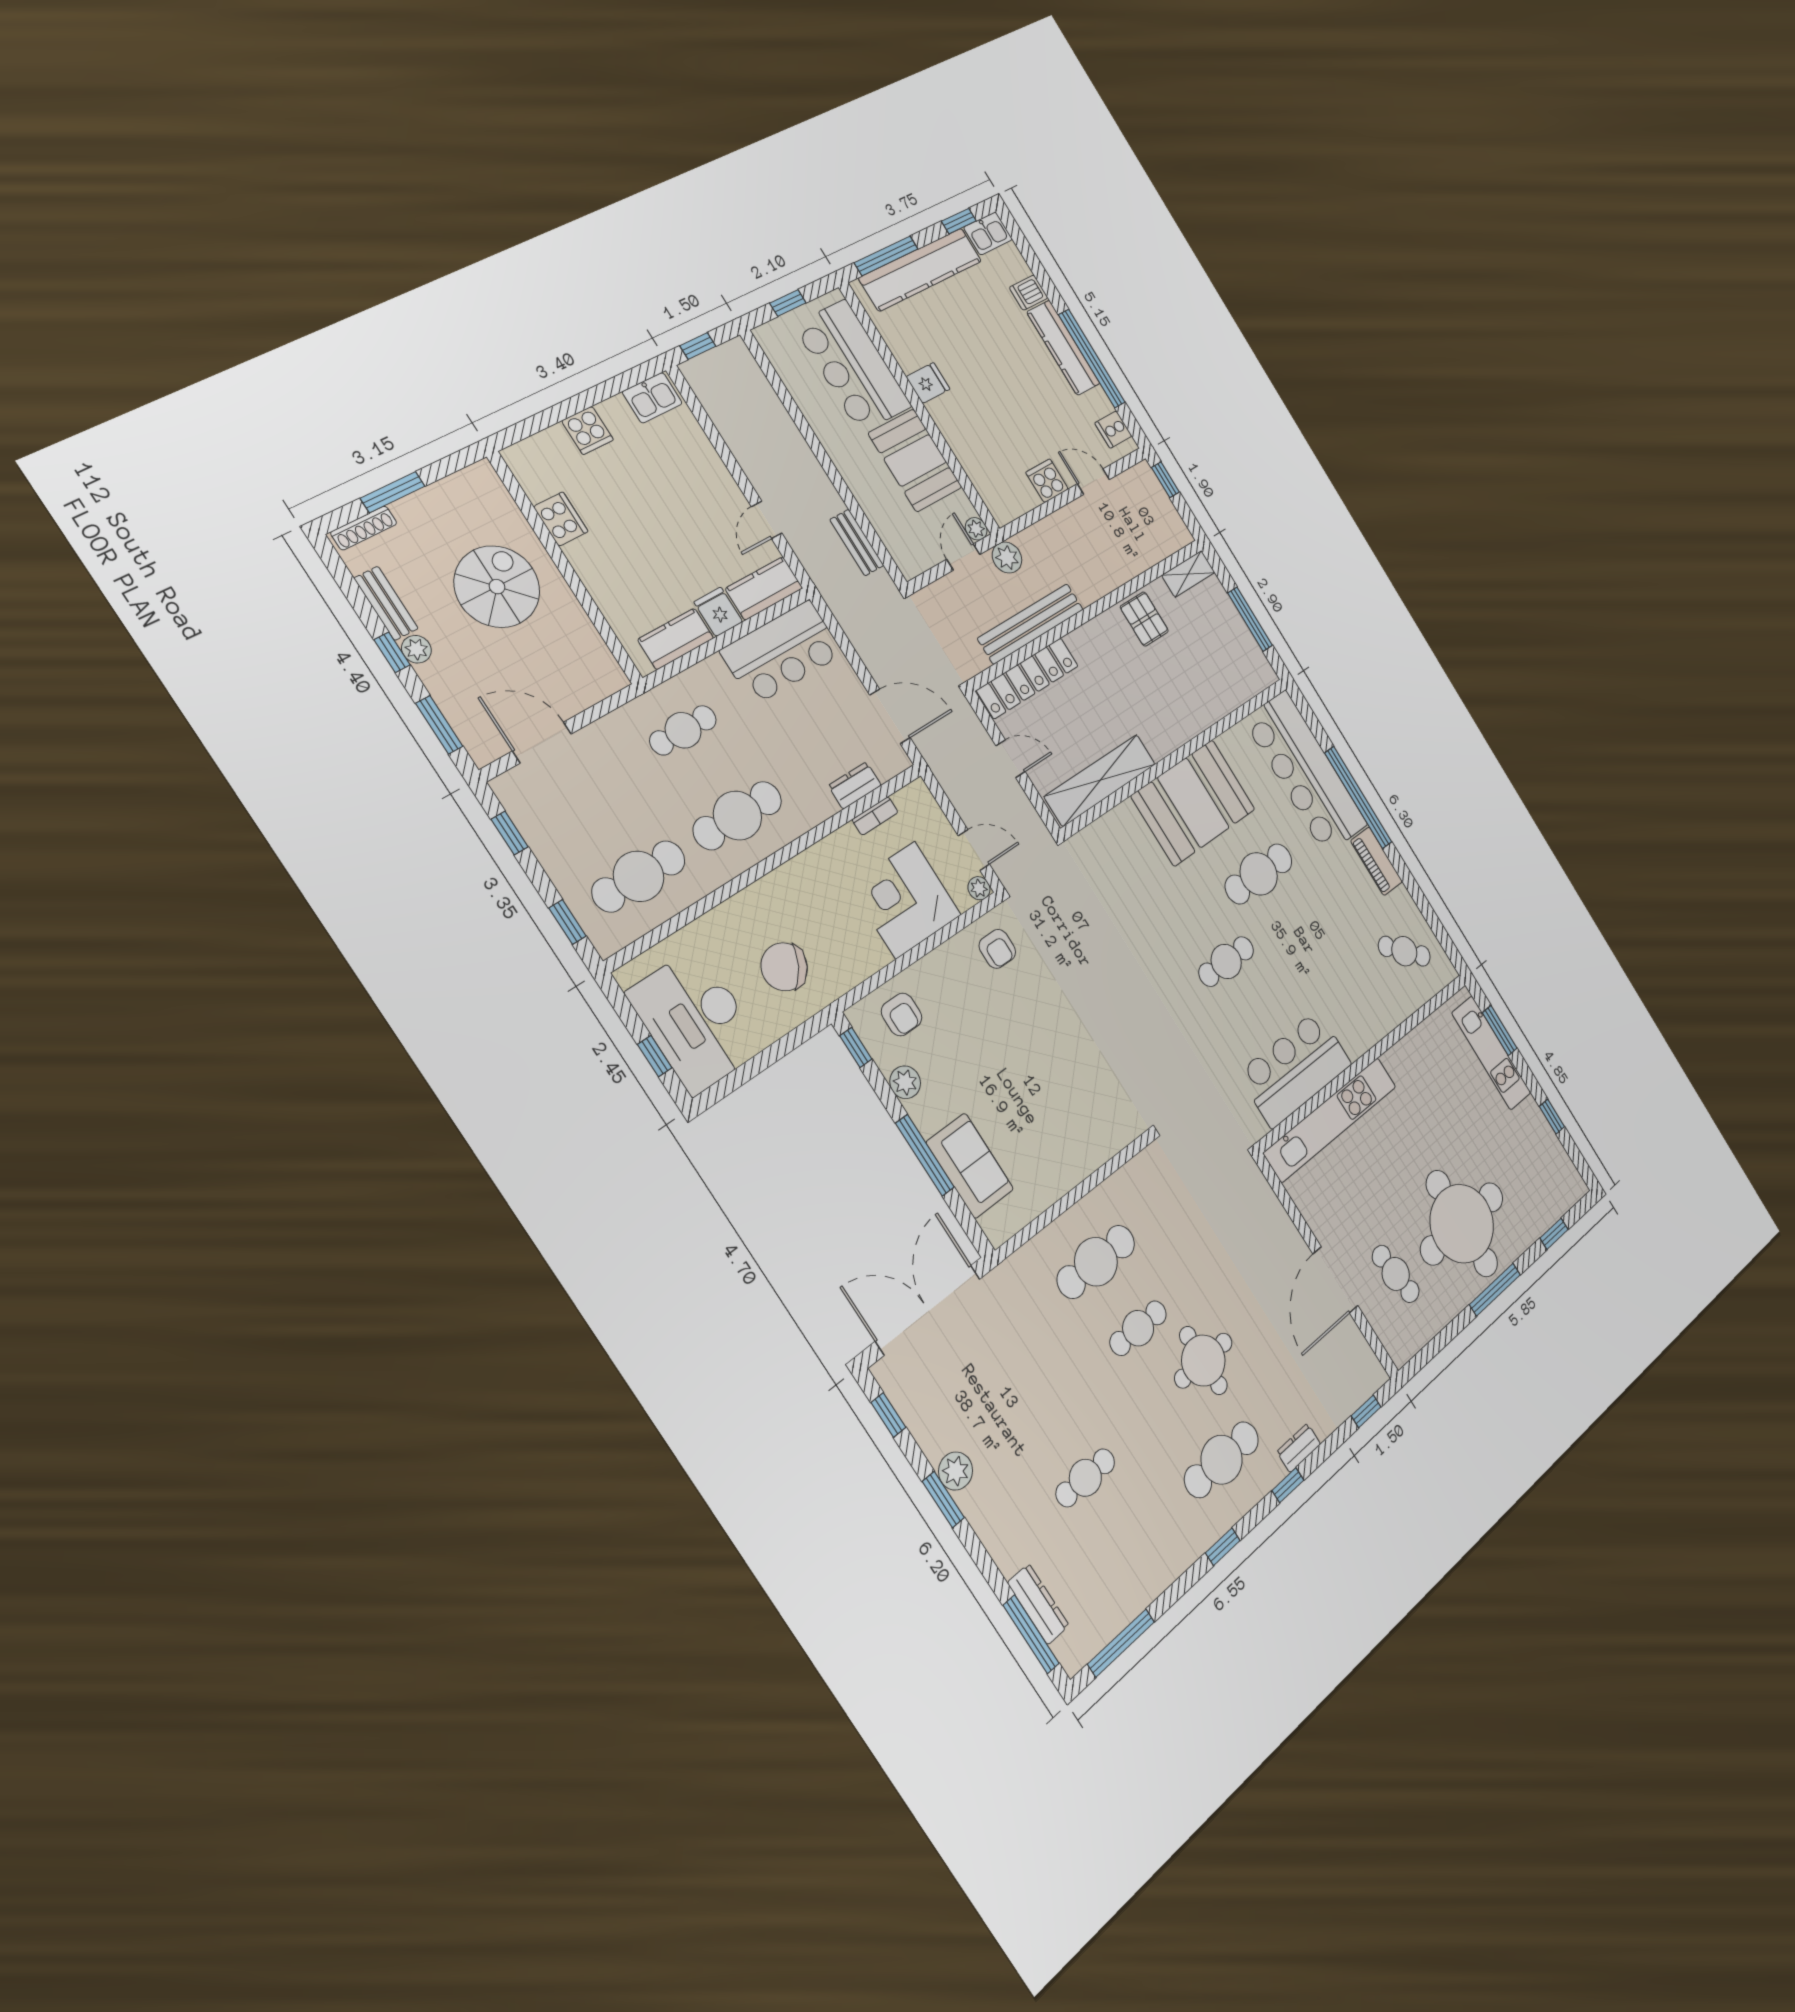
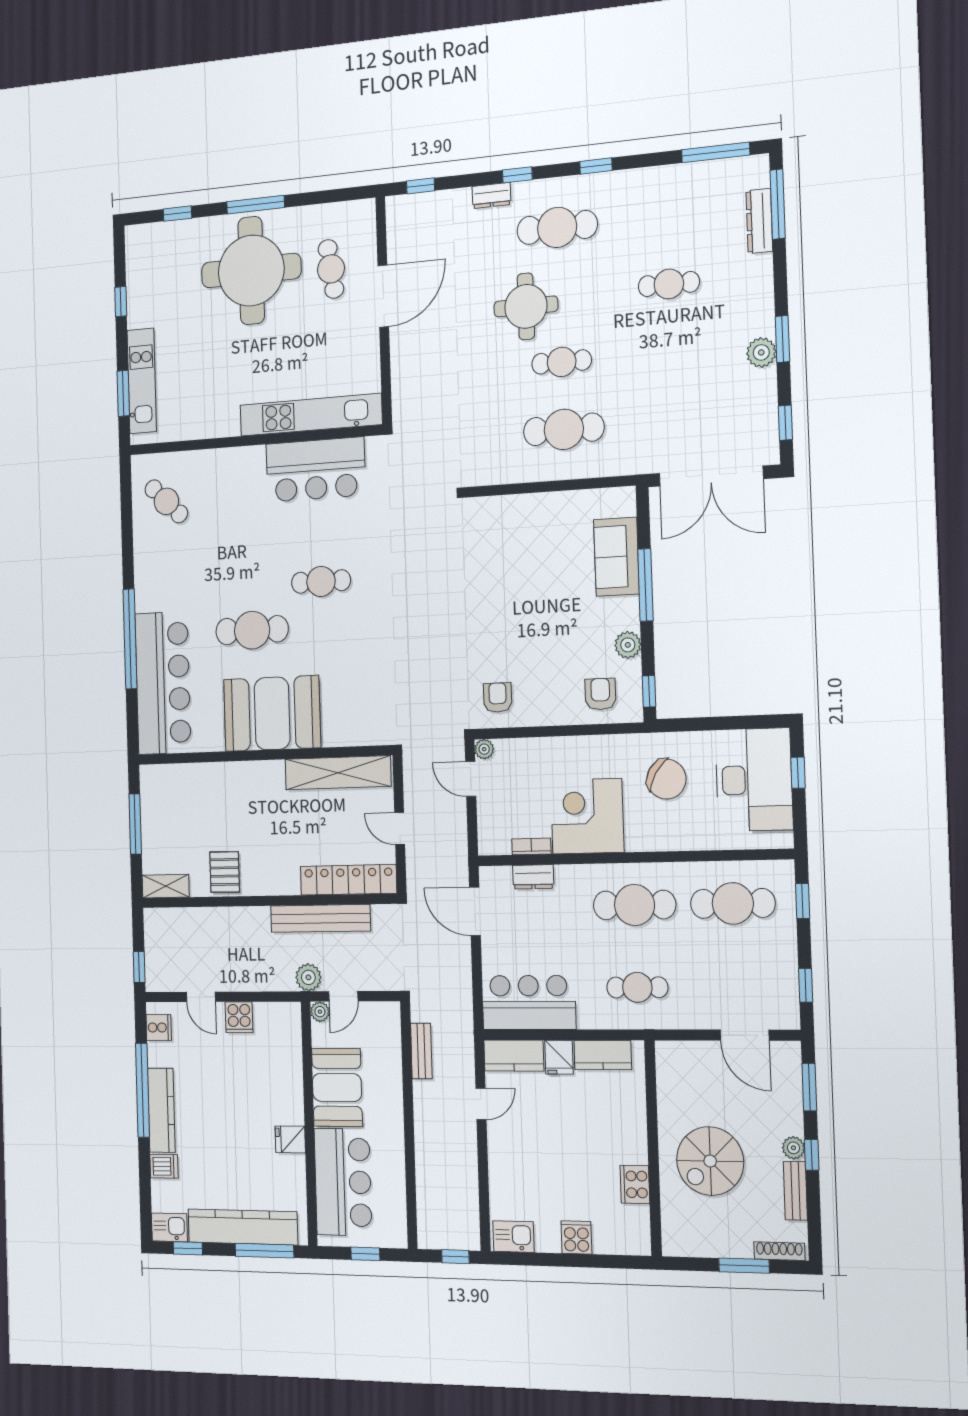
piano: (1377, 861) -> (146, 582), removed
corner desk: (905, 900) -> (587, 816), moved, turned 180

